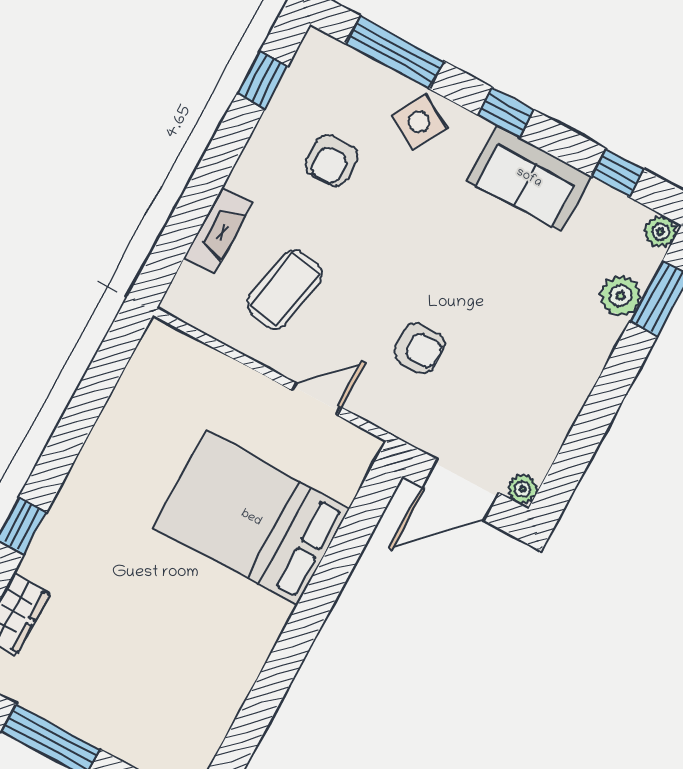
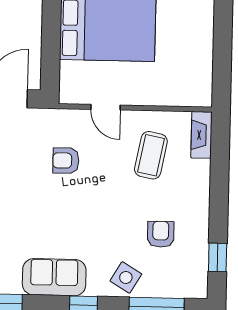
fireplace: (218, 230) -> (201, 135), moved
door: (316, 399) -> (105, 107), hinge flipped

